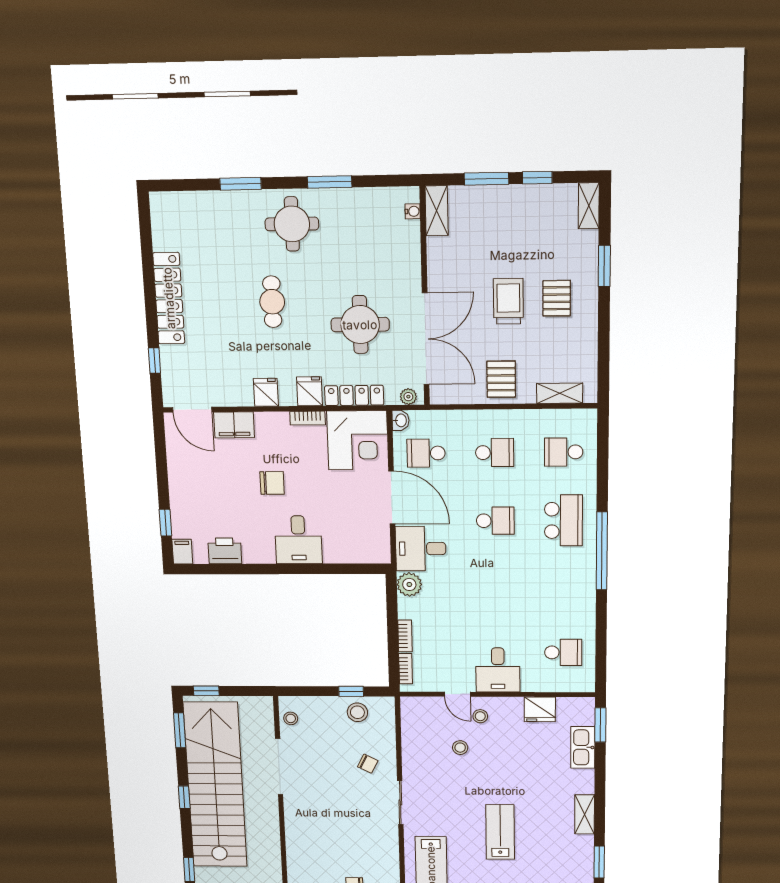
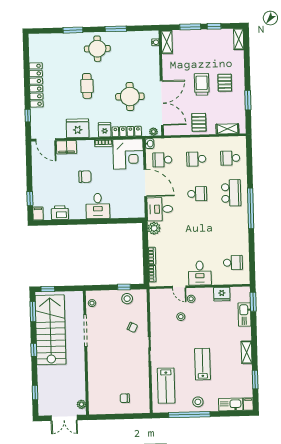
window: (604, 266) -> (248, 100), moved
fridge: (266, 392) -> (78, 128), width x1.88, depth x1.34
school desk: (495, 453) -> (196, 159), turned 180
stairs: (215, 785) -> (51, 330), width x0.73

